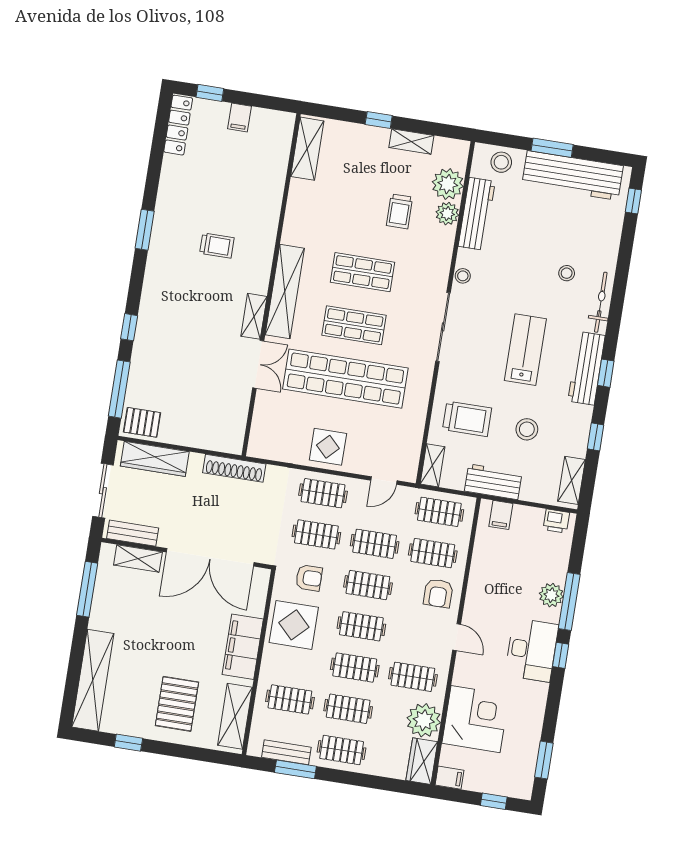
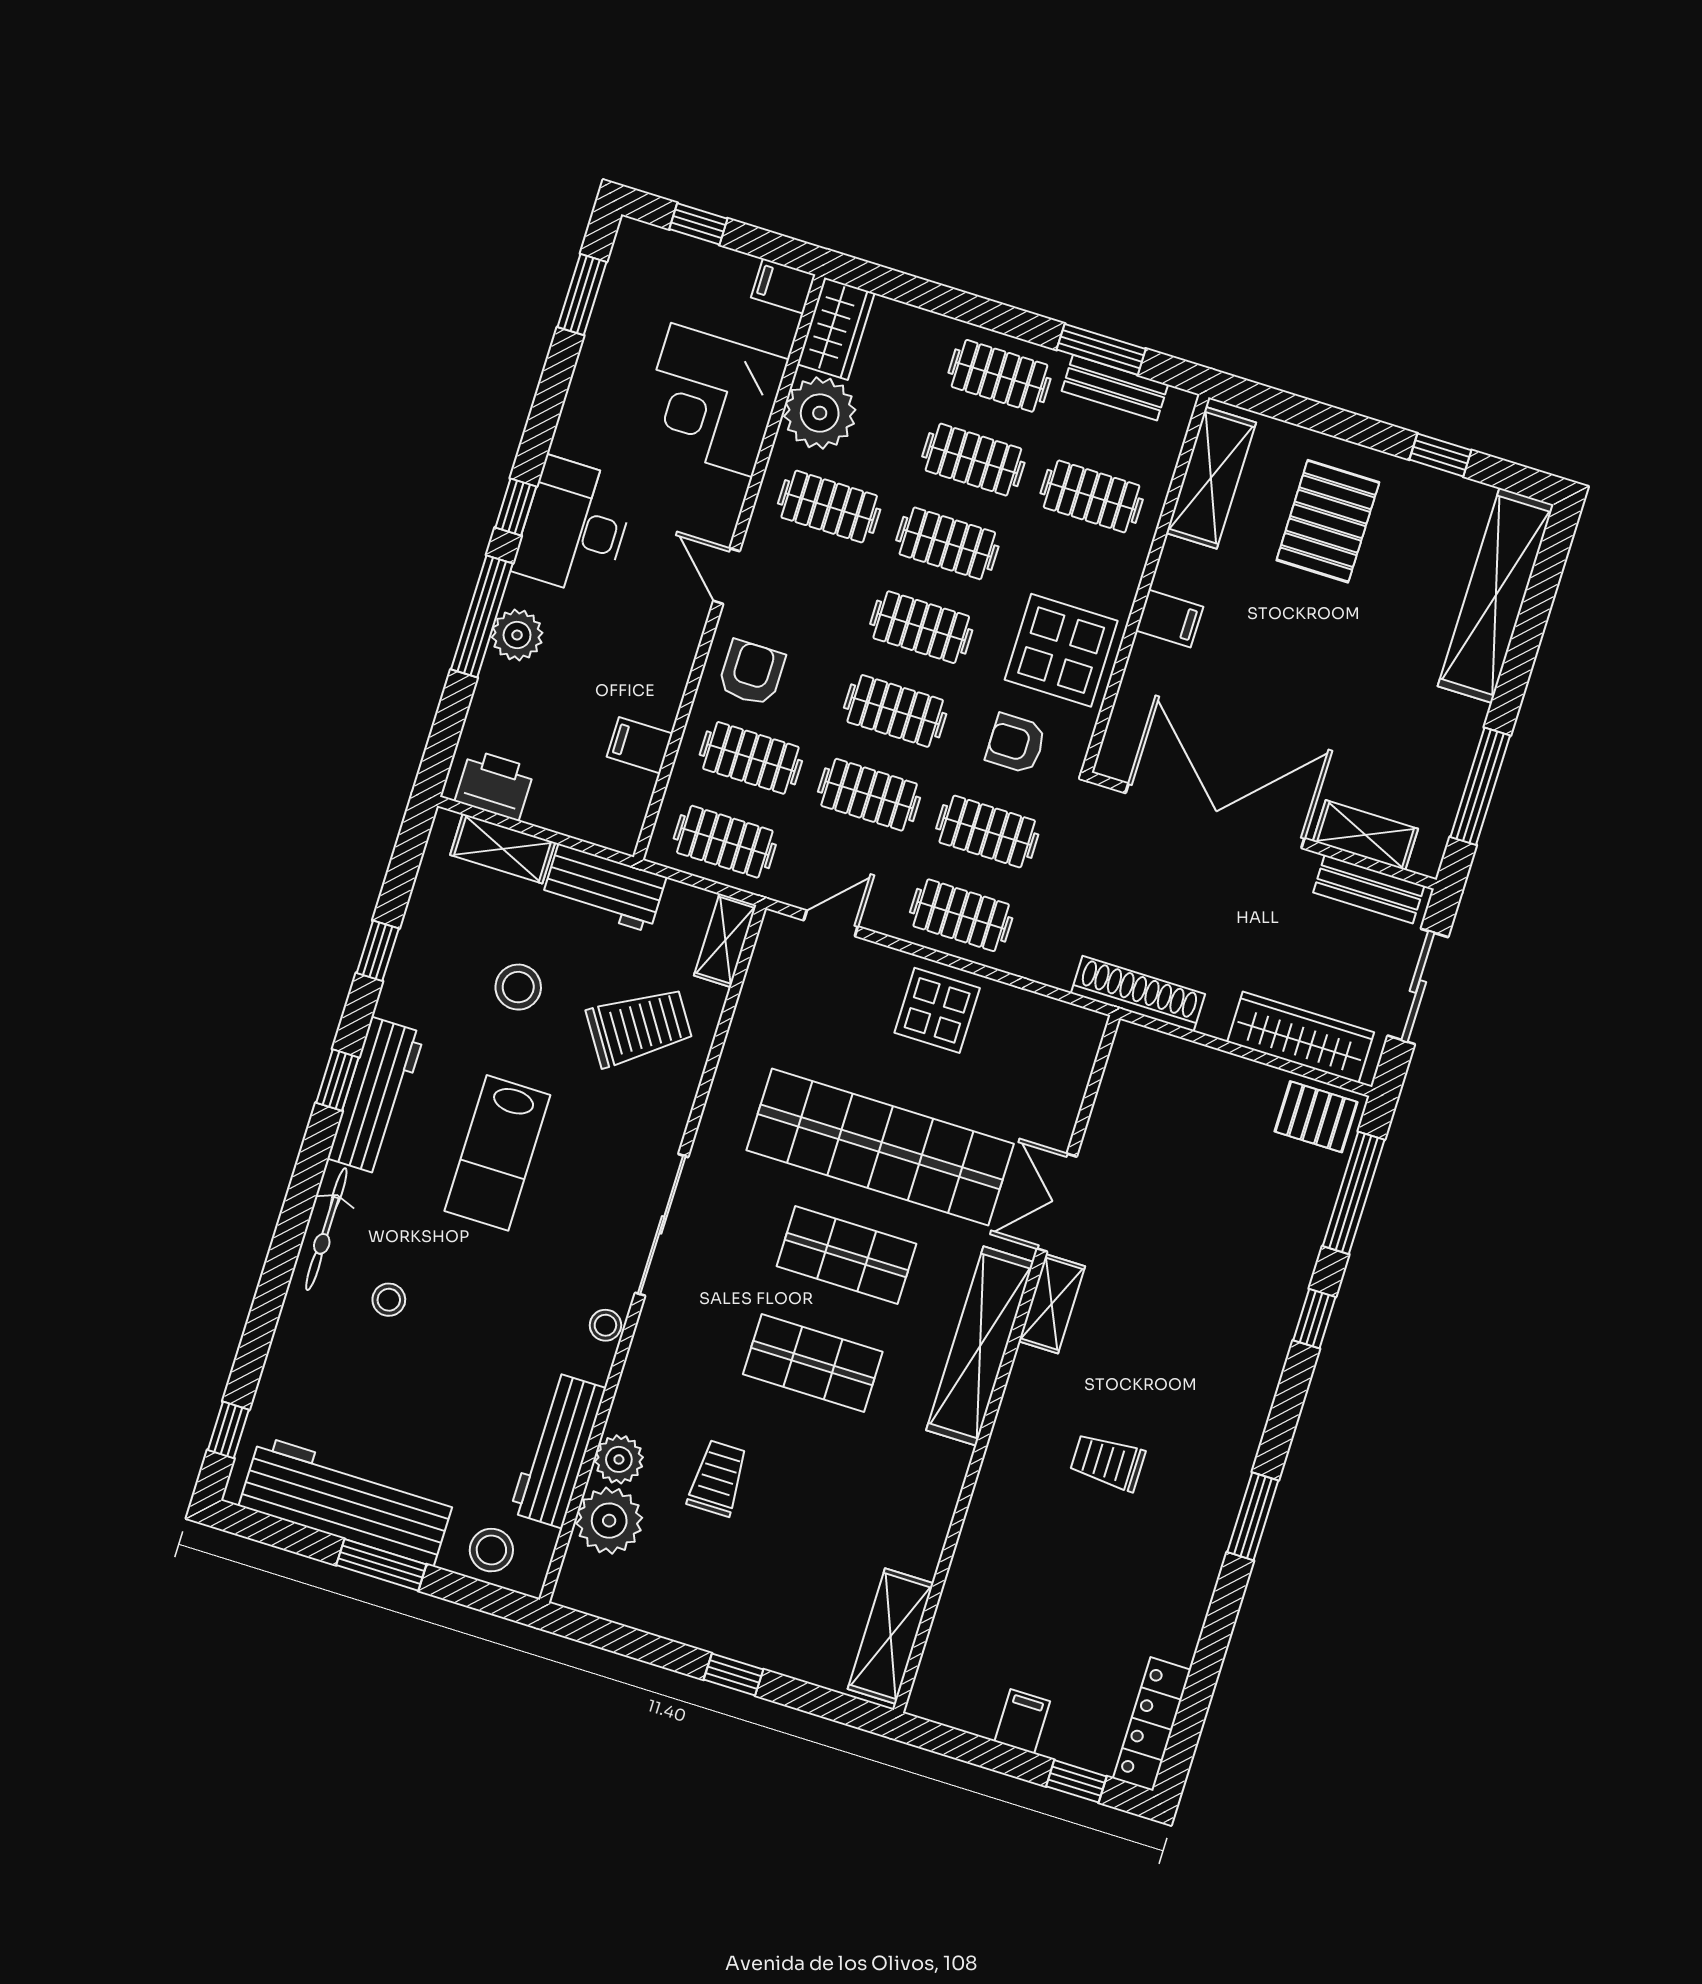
shelving: (411, 141) -> (672, 1620), removed
trolley: (467, 419) -> (639, 1027), turned 147
shelving: (572, 480) -> (503, 849), moved, turned 90
filing cabinet: (501, 515) -> (640, 745), moved, turned -90
printer: (556, 521) -> (495, 785), width x1.36, depth x1.24
filing cabinet: (243, 647) -> (1169, 619), width x0.33, depth x0.86

